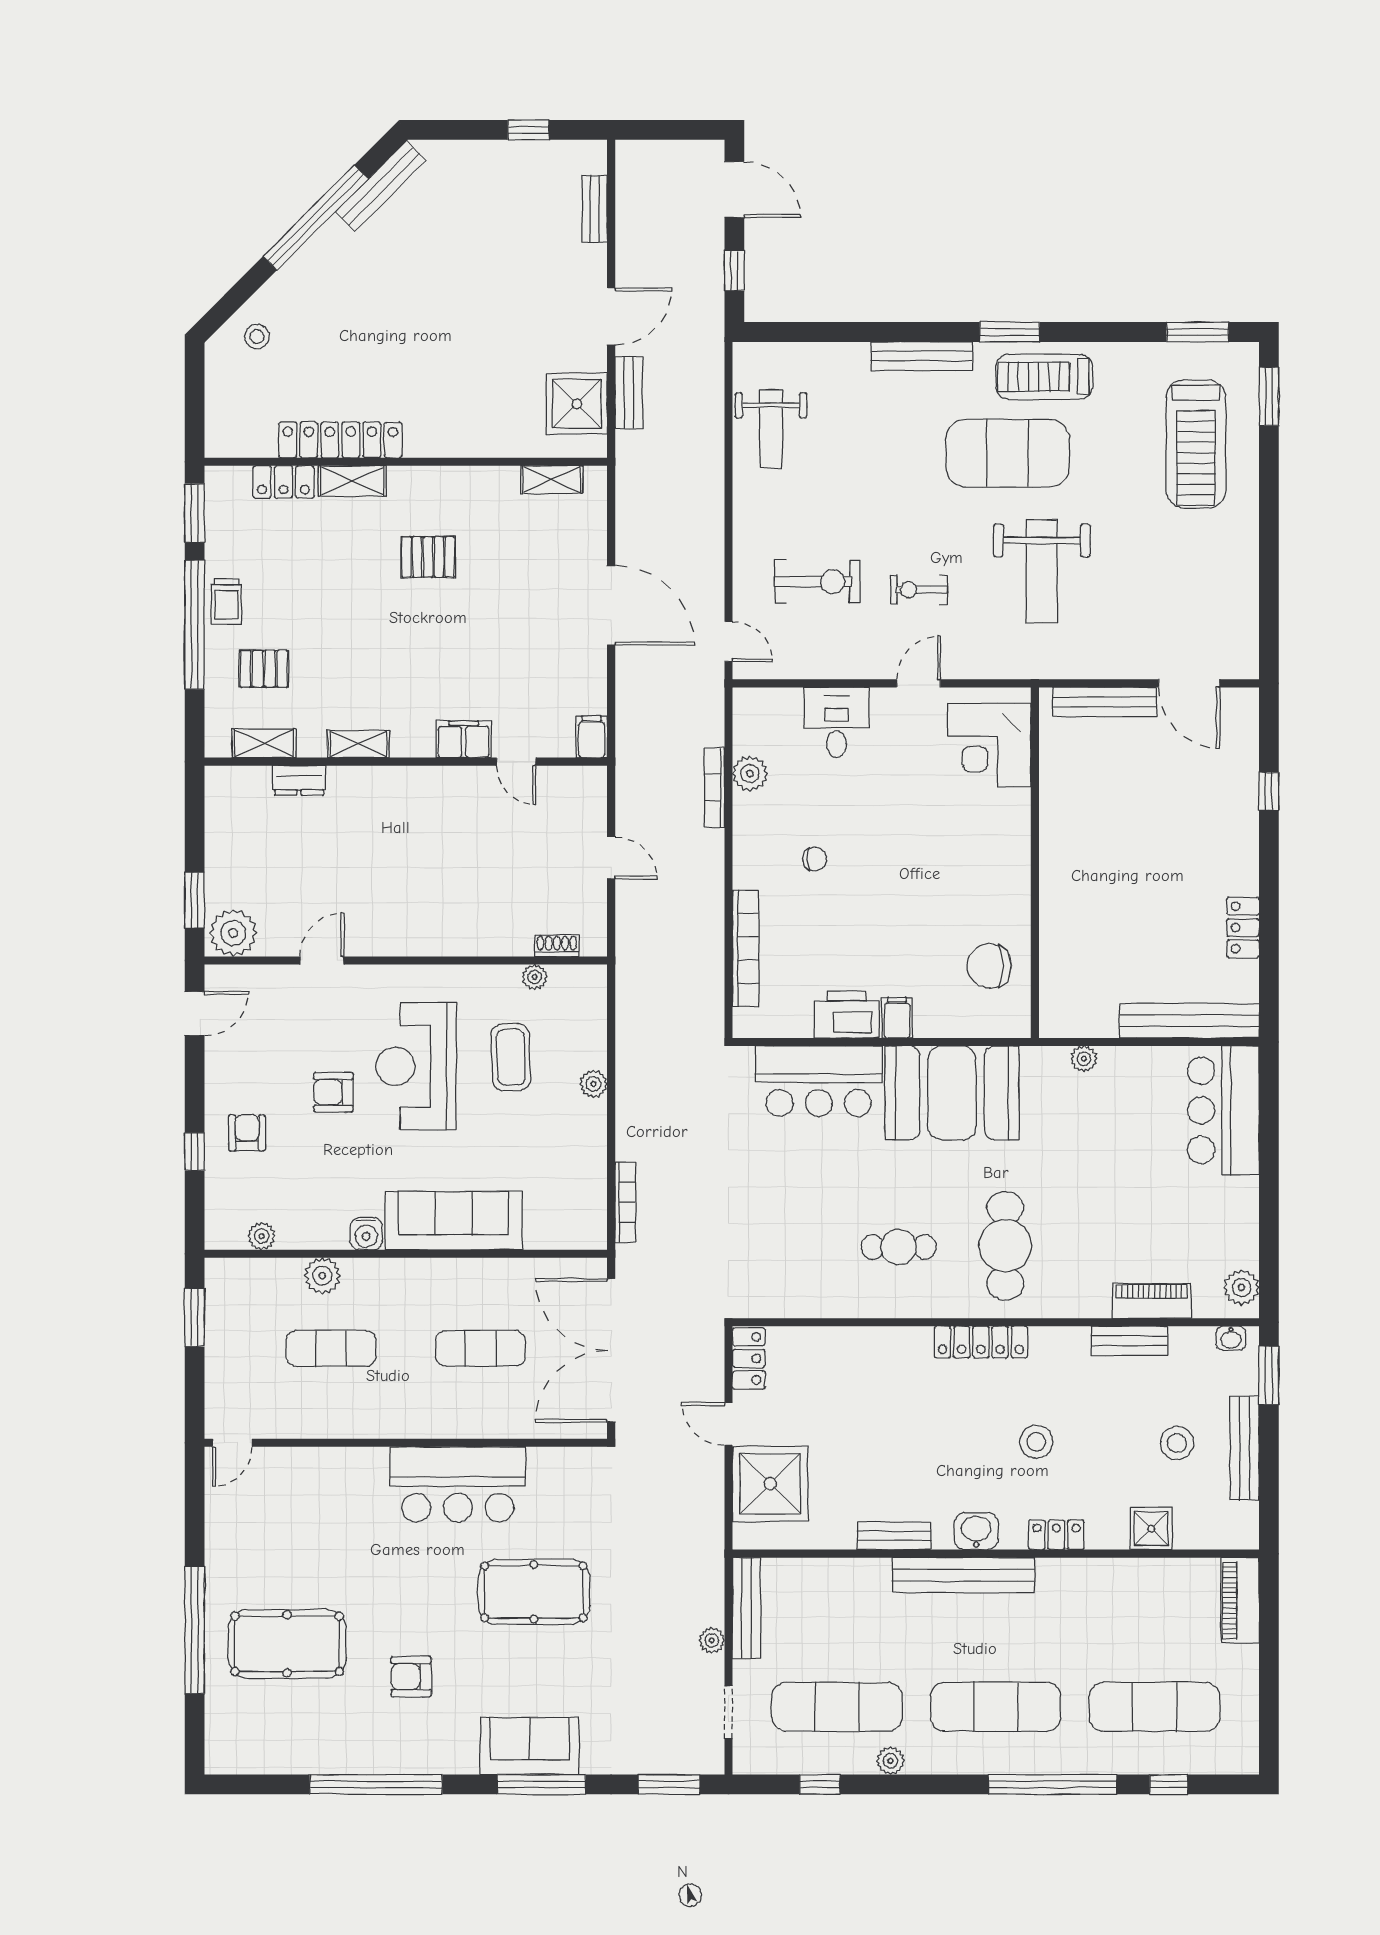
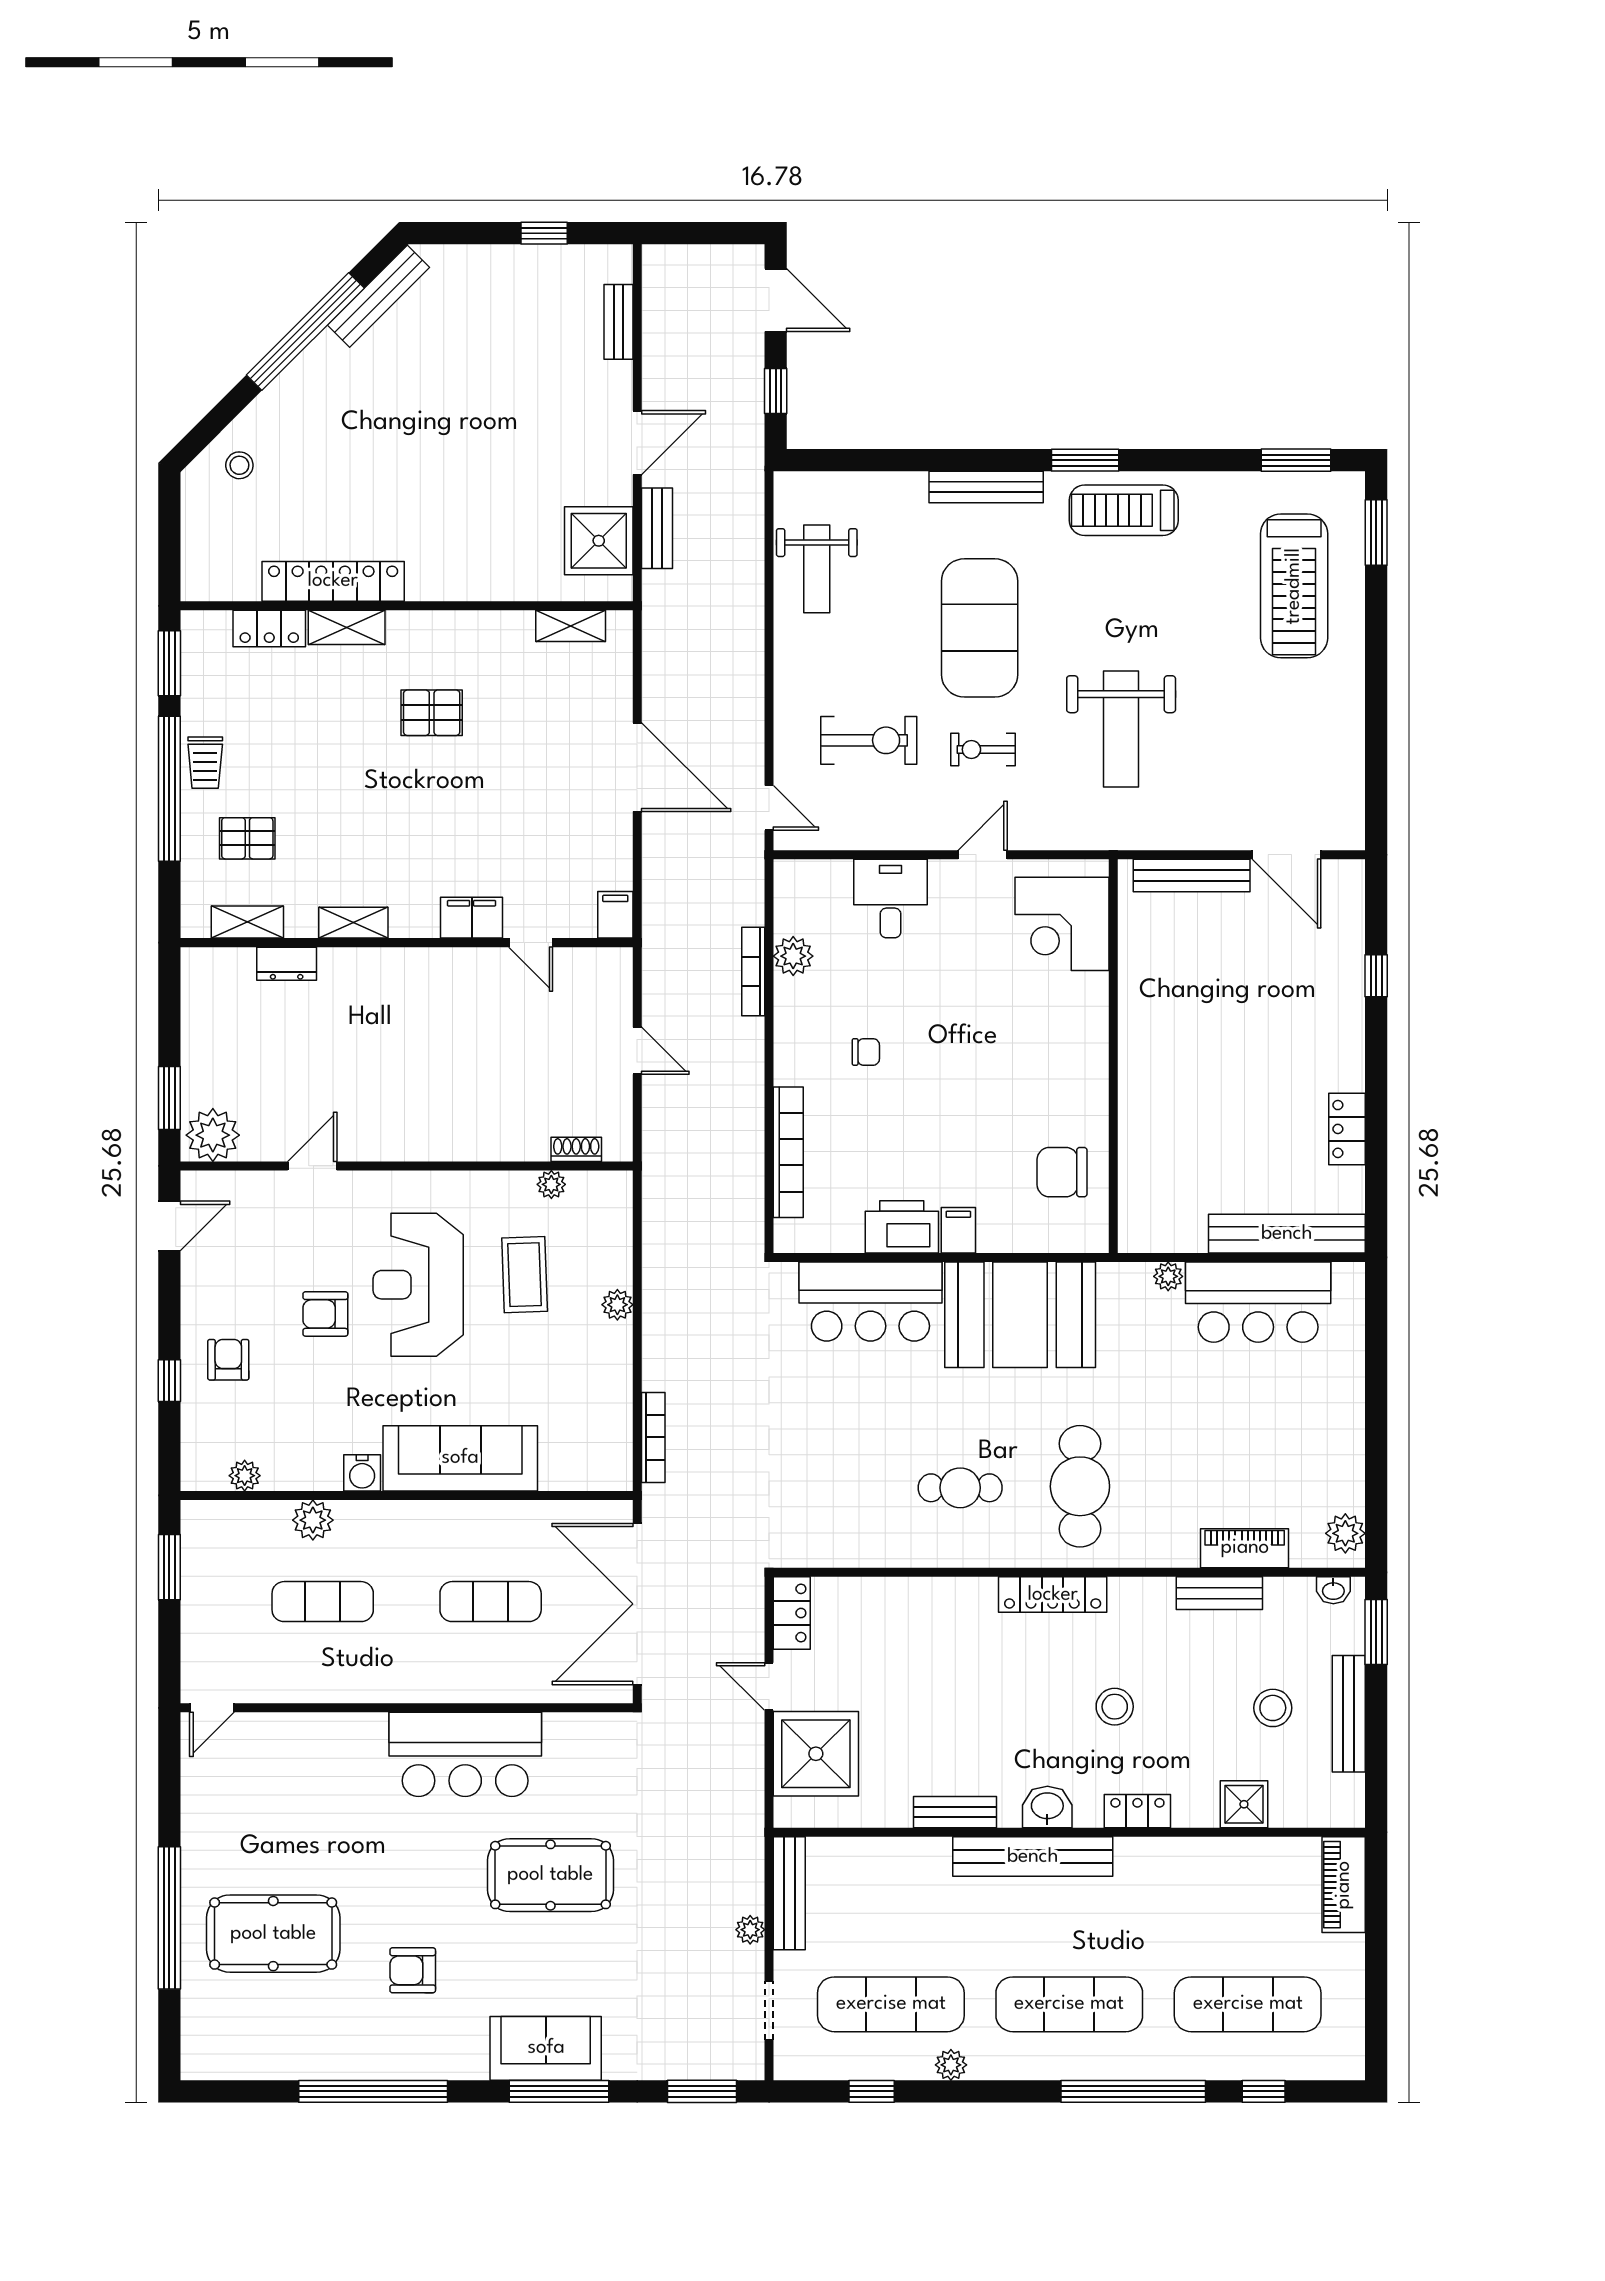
exercise mat: (1007, 453) -> (980, 628), moved, turned 90
bar counter: (1223, 1110) -> (1258, 1302), moved, turned -90

